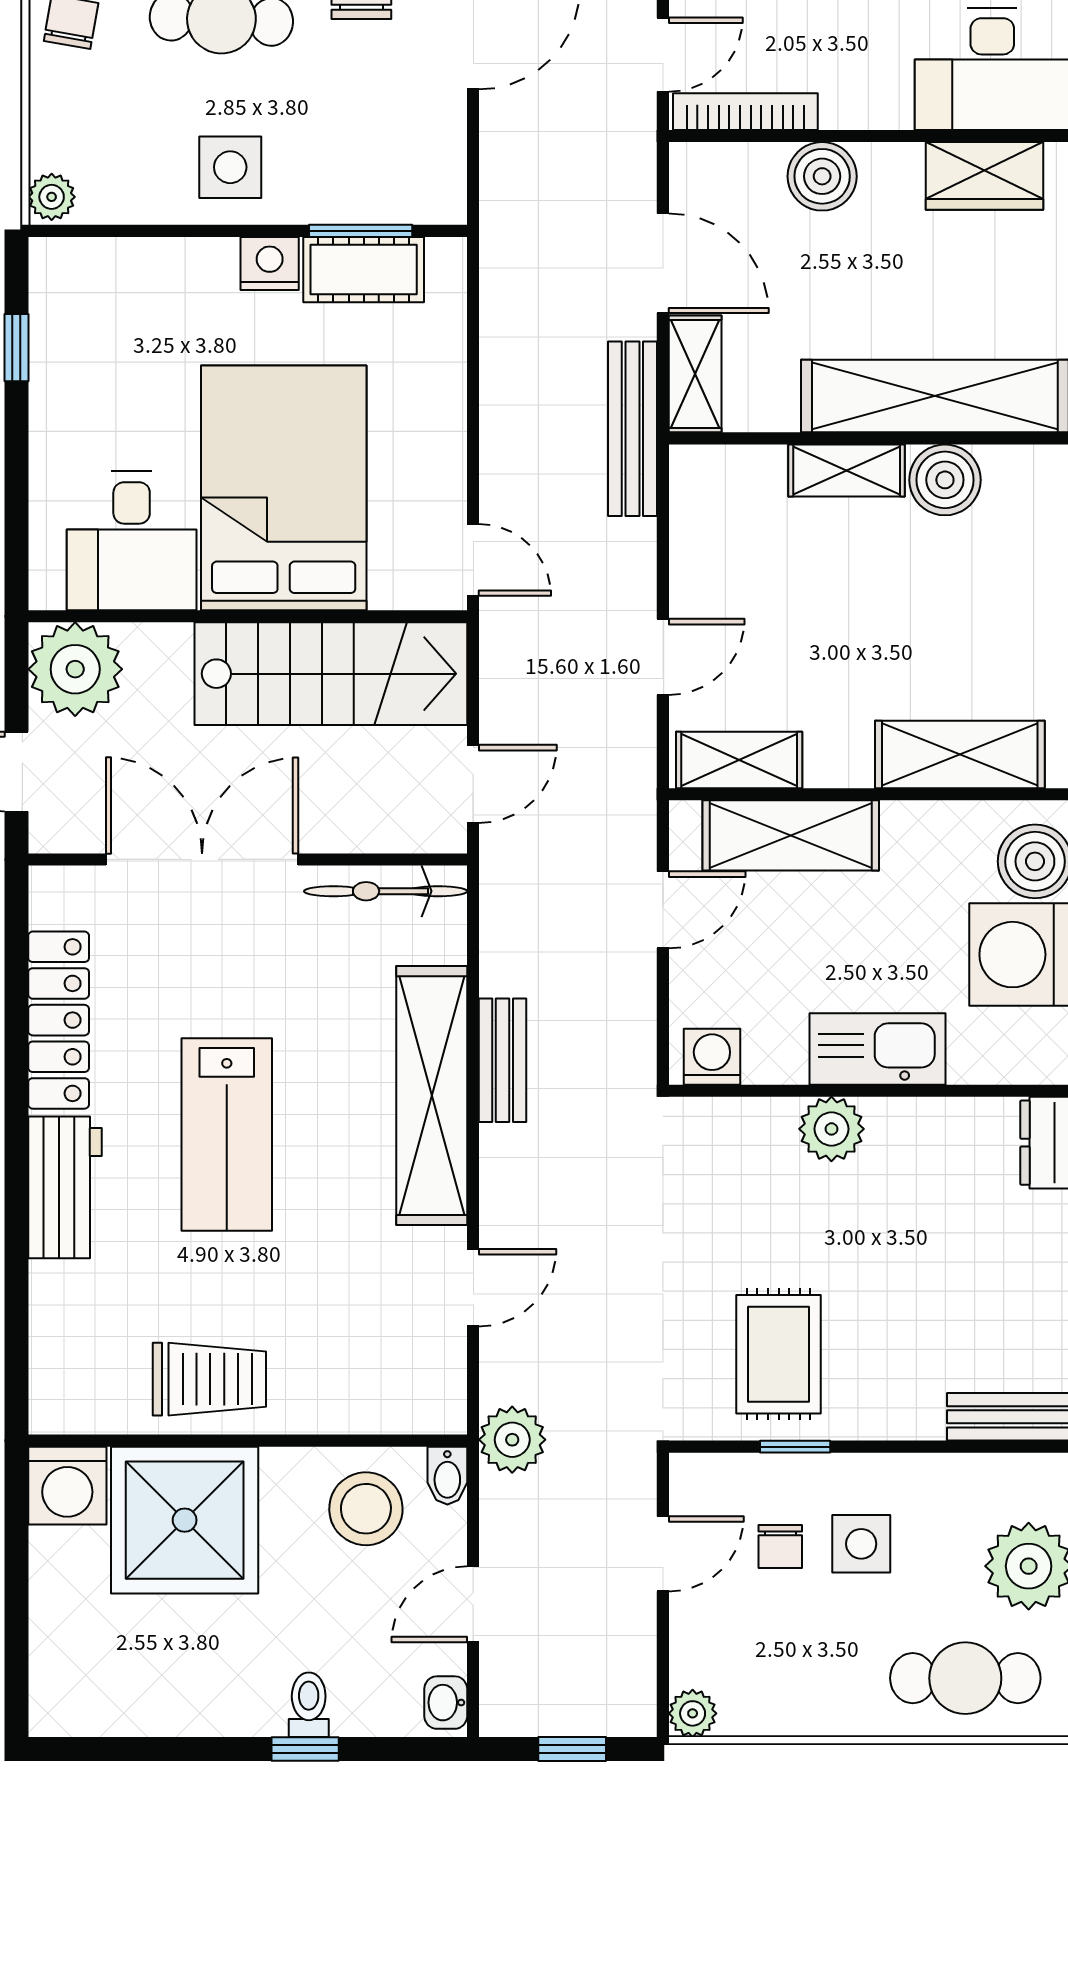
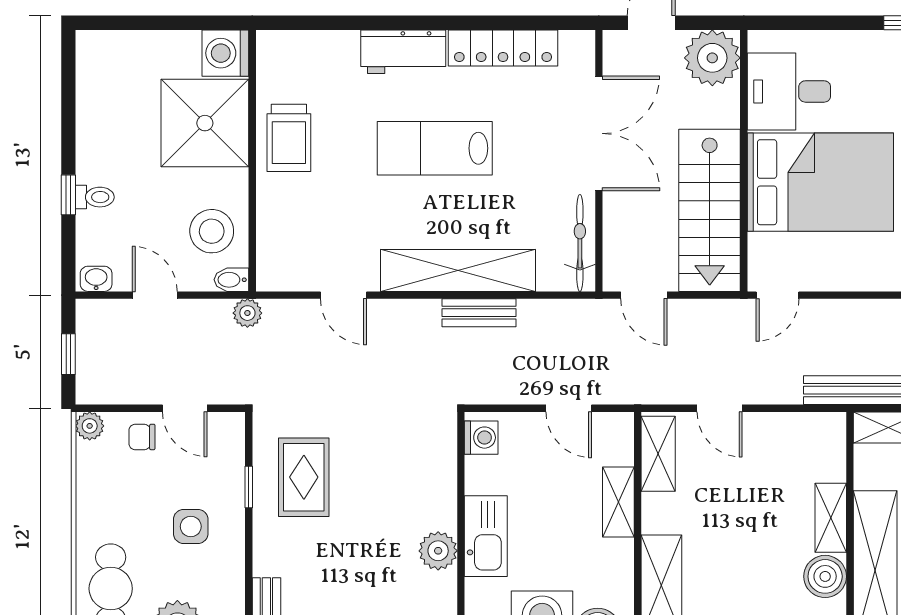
shelving: (791, 835) -> (618, 502), width x0.67, depth x0.75
plant: (831, 1129) -> (438, 551), moved
rug: (779, 1354) -> (304, 477), turned 90
plant: (512, 1440) -> (247, 313), width x0.73, depth x0.73
chair: (780, 1546) -> (142, 437), moved

